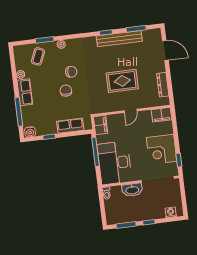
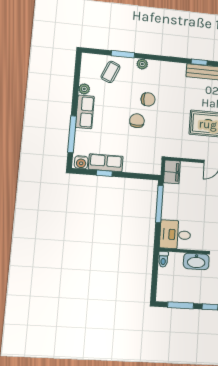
row of seats: (70, 126) -> (106, 163), moved
desk: (115, 163) -> (175, 235), width x0.53, depth x0.77

